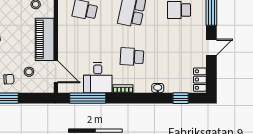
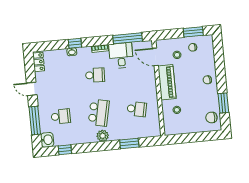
door: (211, 47) -> (32, 89), hinge flipped
window: (181, 98) -> (75, 43), moved

